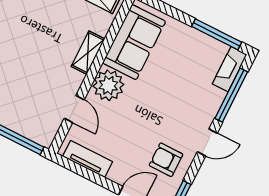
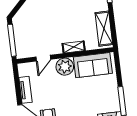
tv unit: (88, 159) -> (25, 90), moved

